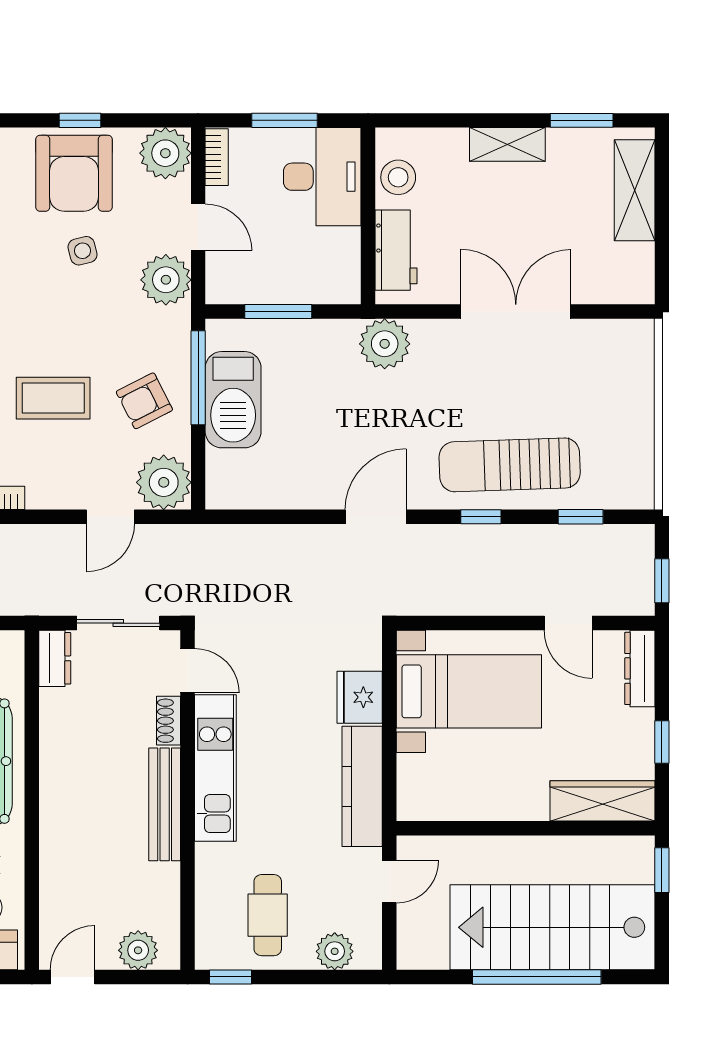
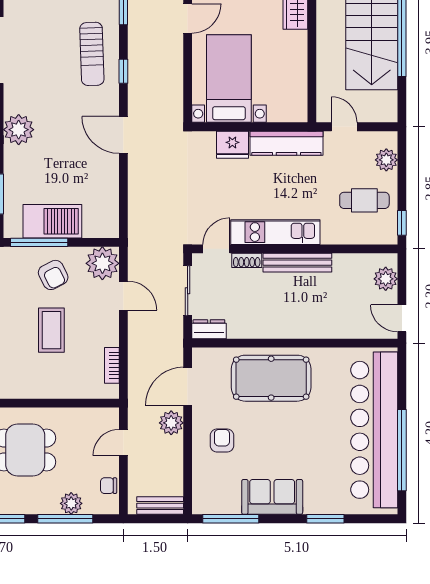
sun lounger: (510, 465) -> (92, 54), width x0.73, depth x0.75

